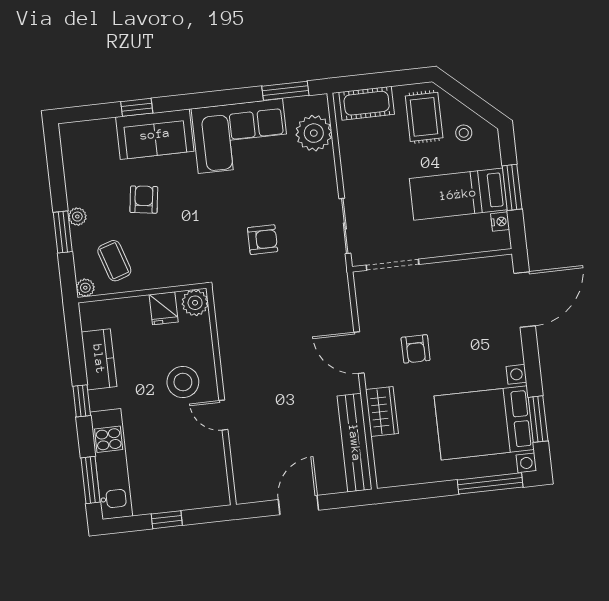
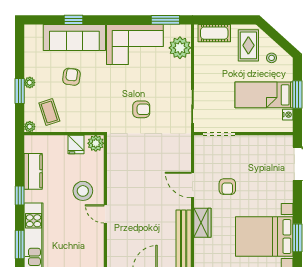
sofa: (155, 134) -> (74, 38), width x1.36

